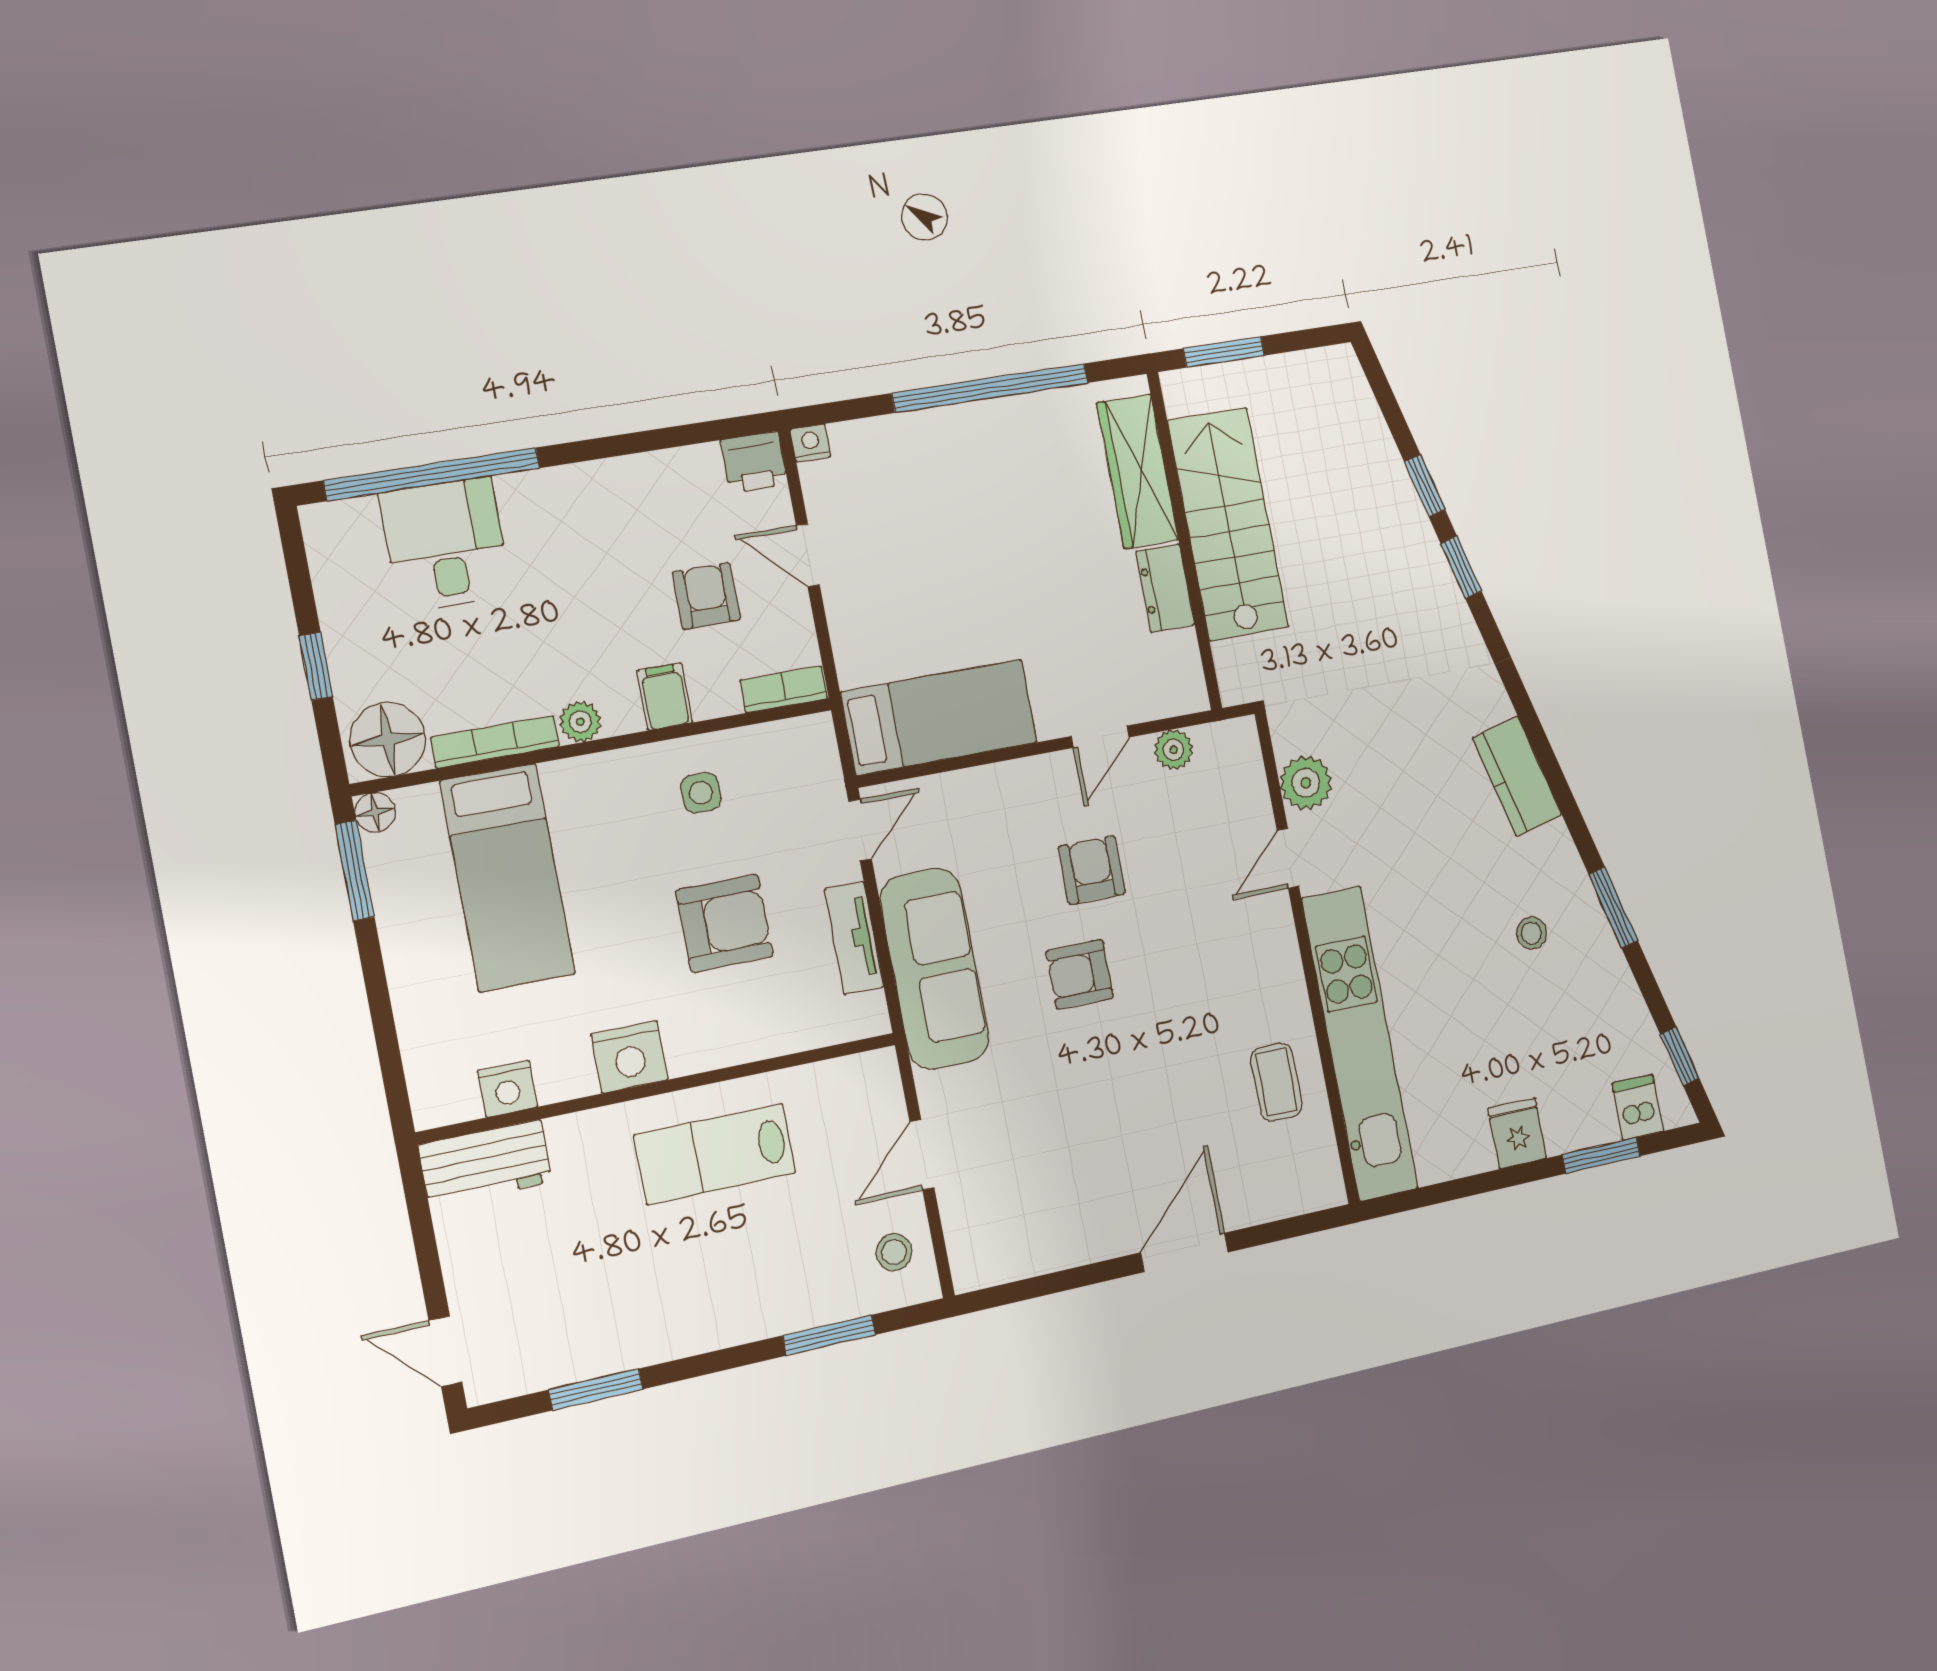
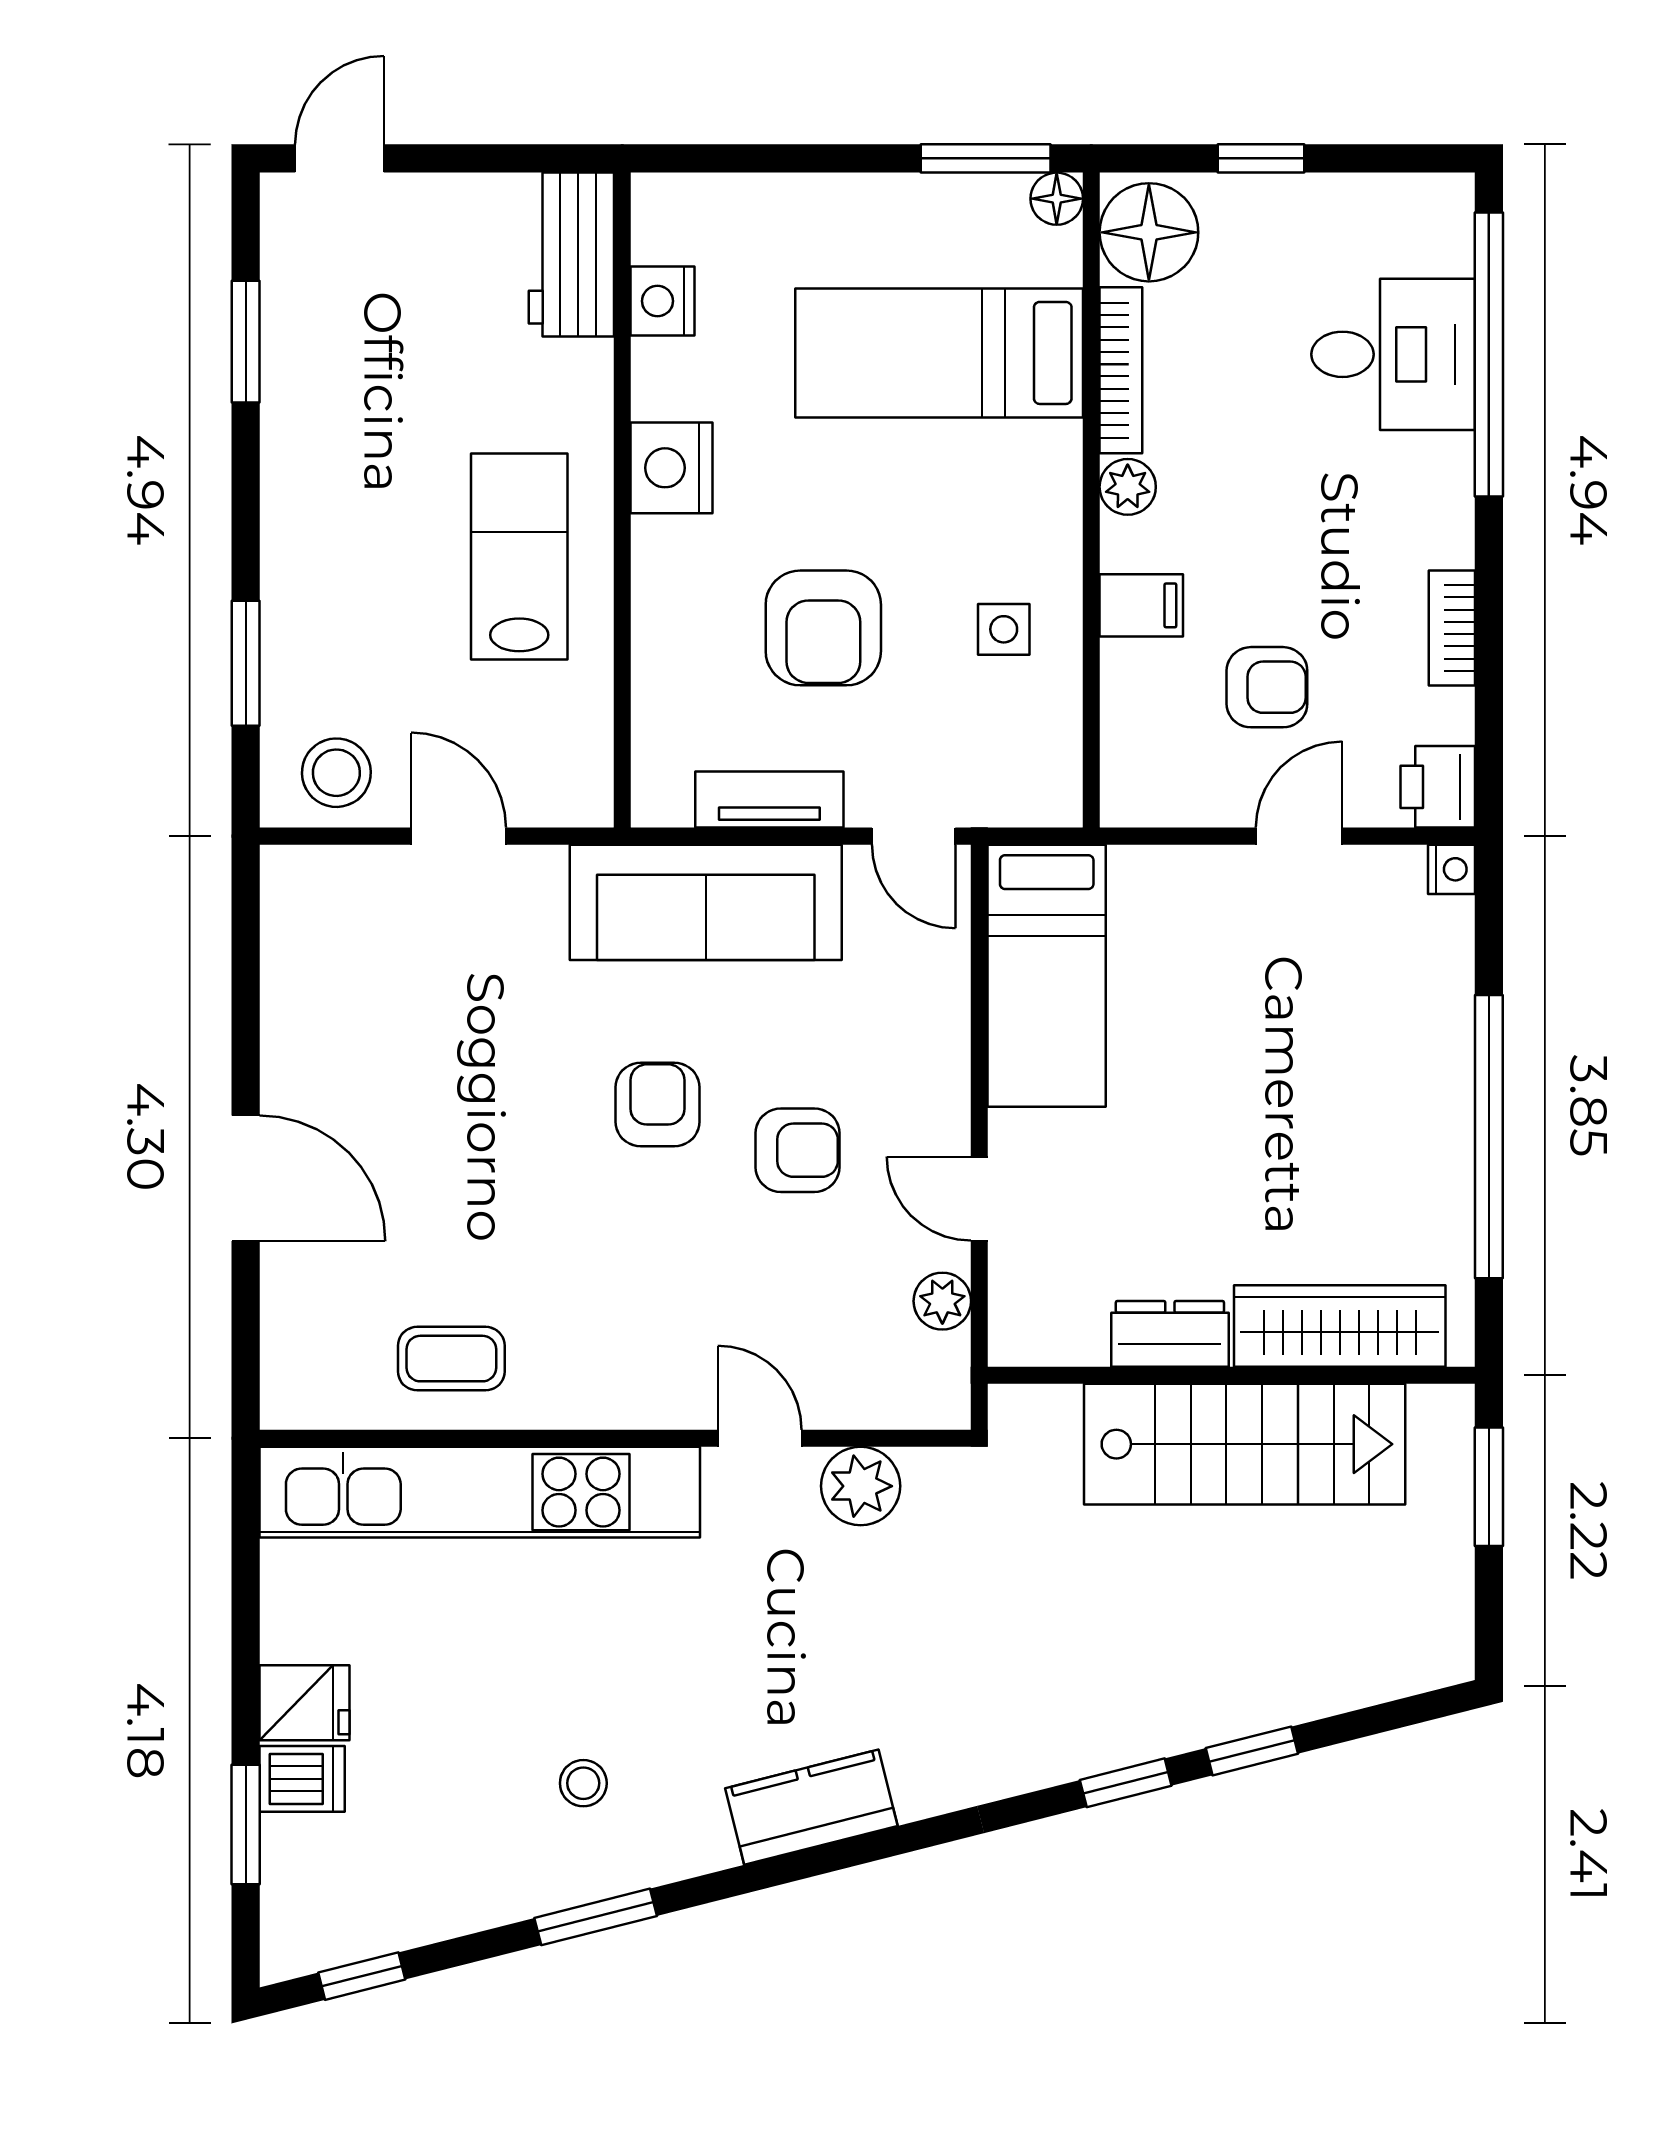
bookcase: (784, 689) -> (1452, 628), moved, turned 180
dishwasher: (1638, 1107) -> (302, 1779), moved
stool: (894, 1252) -> (336, 773), width x1.37, depth x1.37

